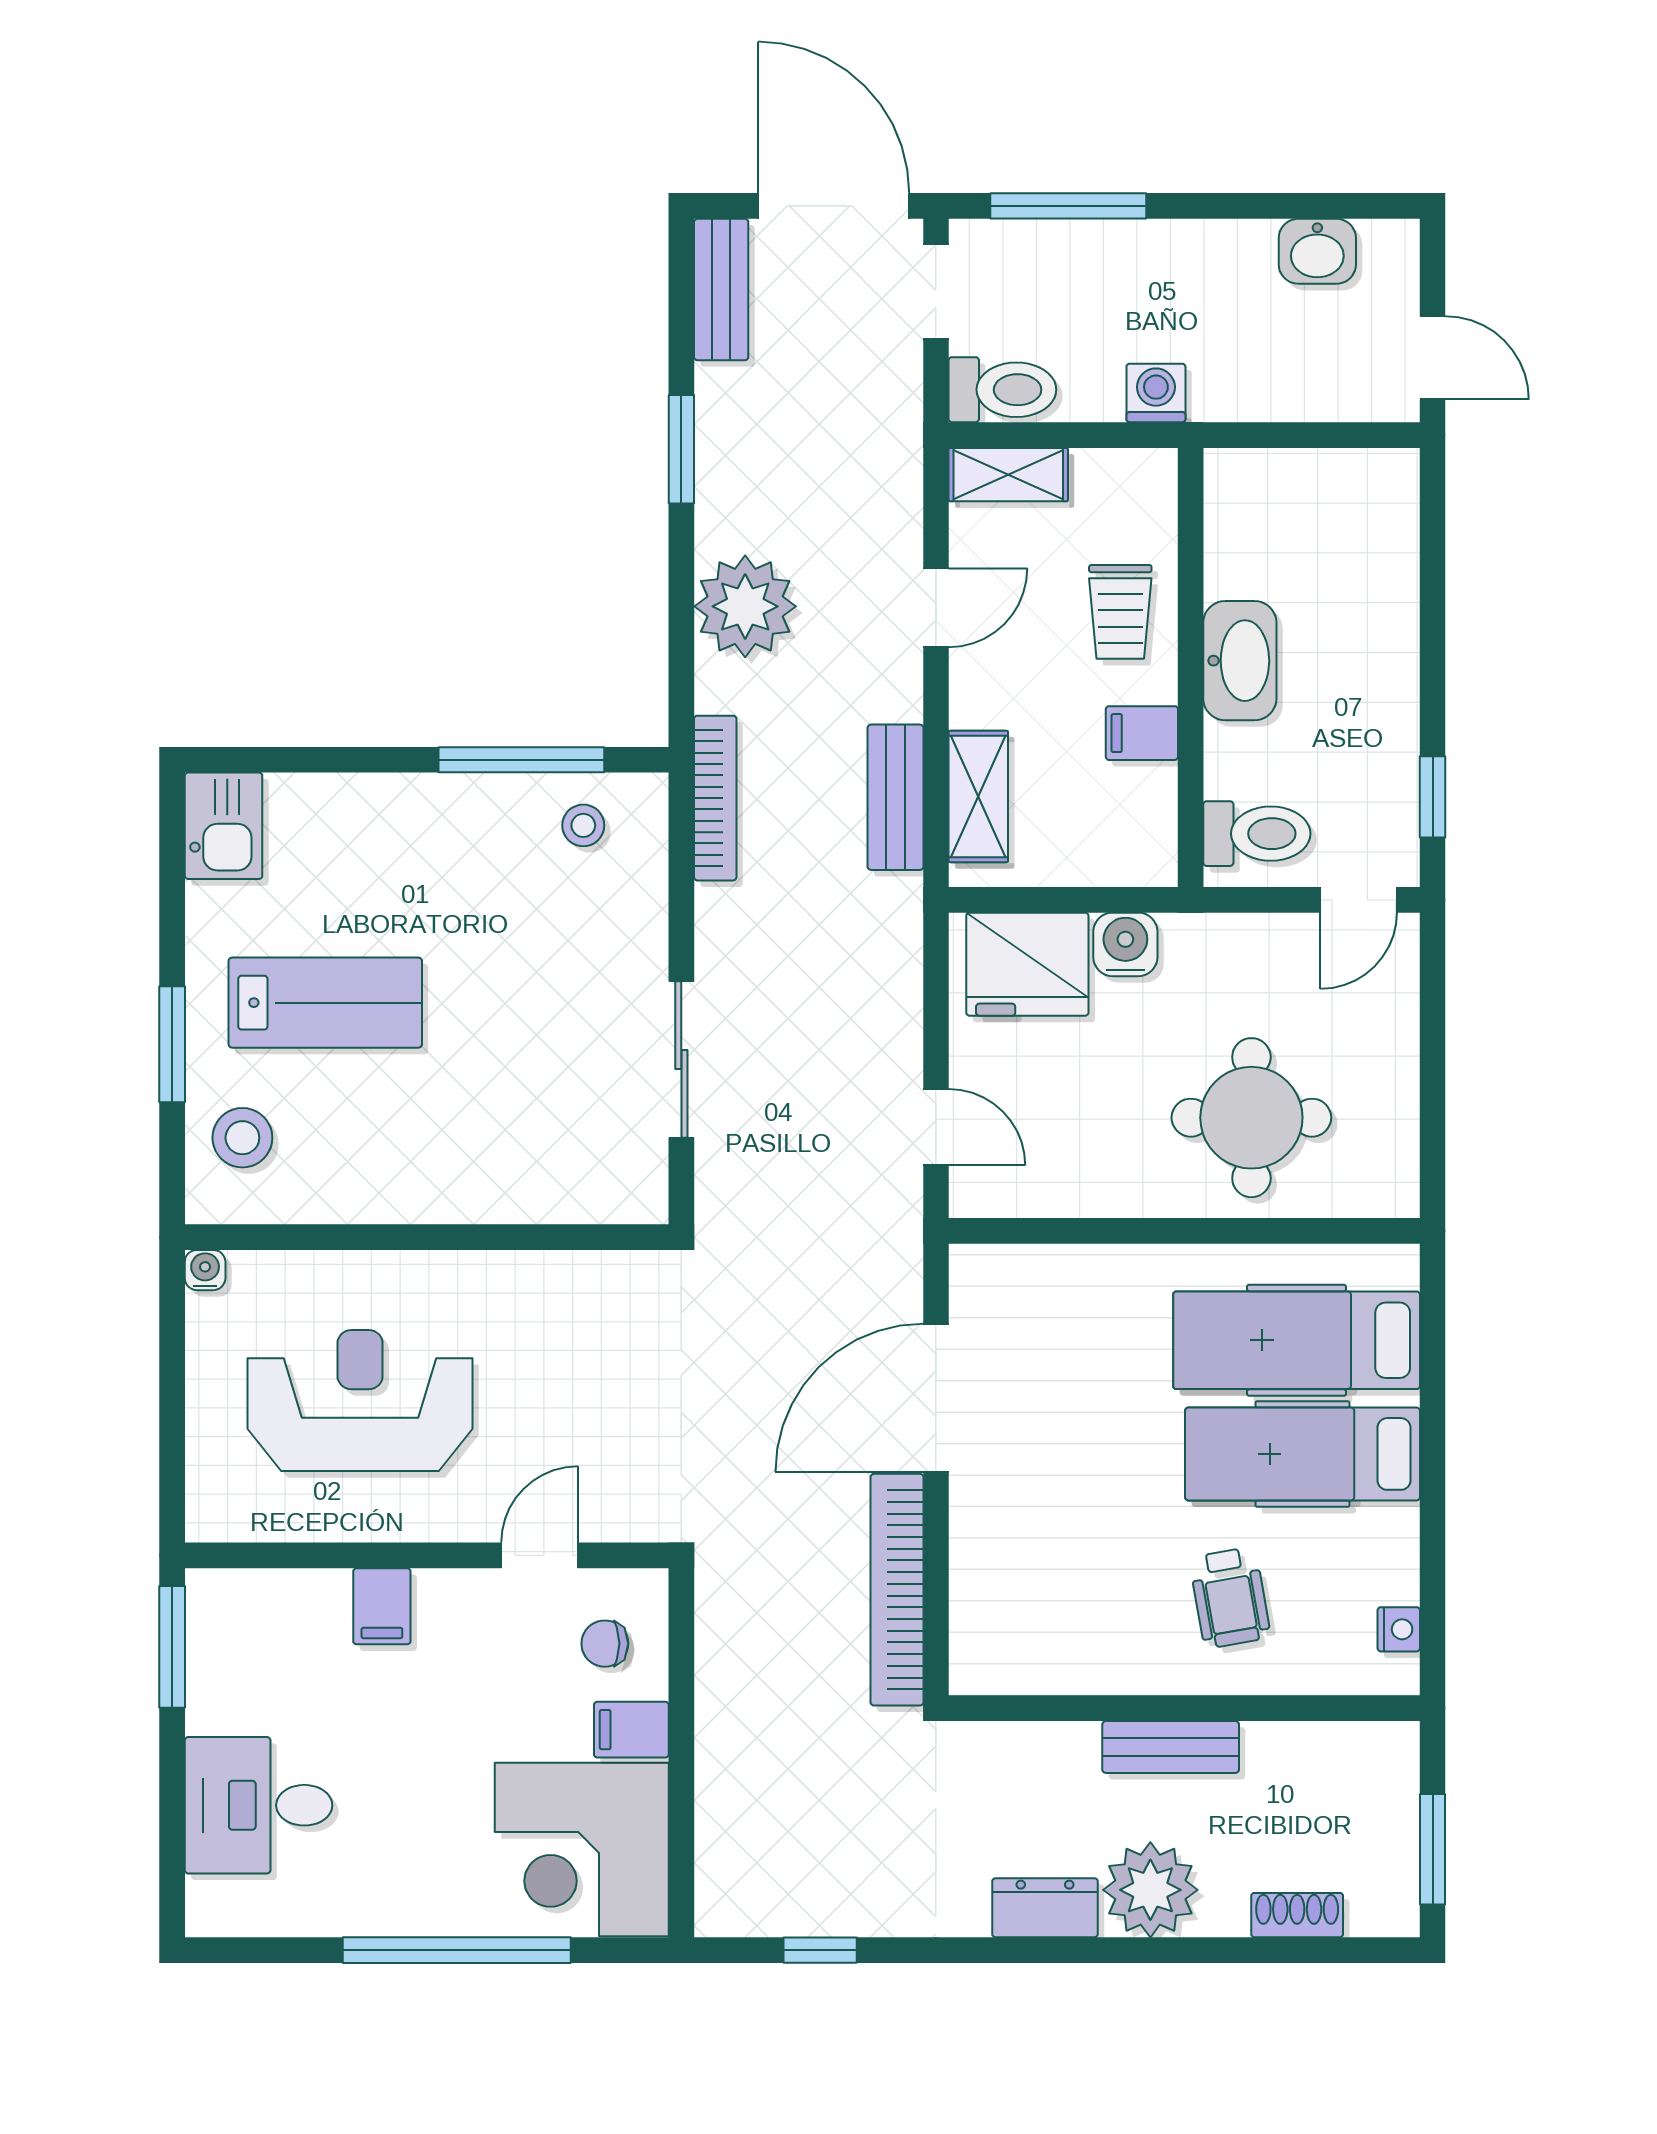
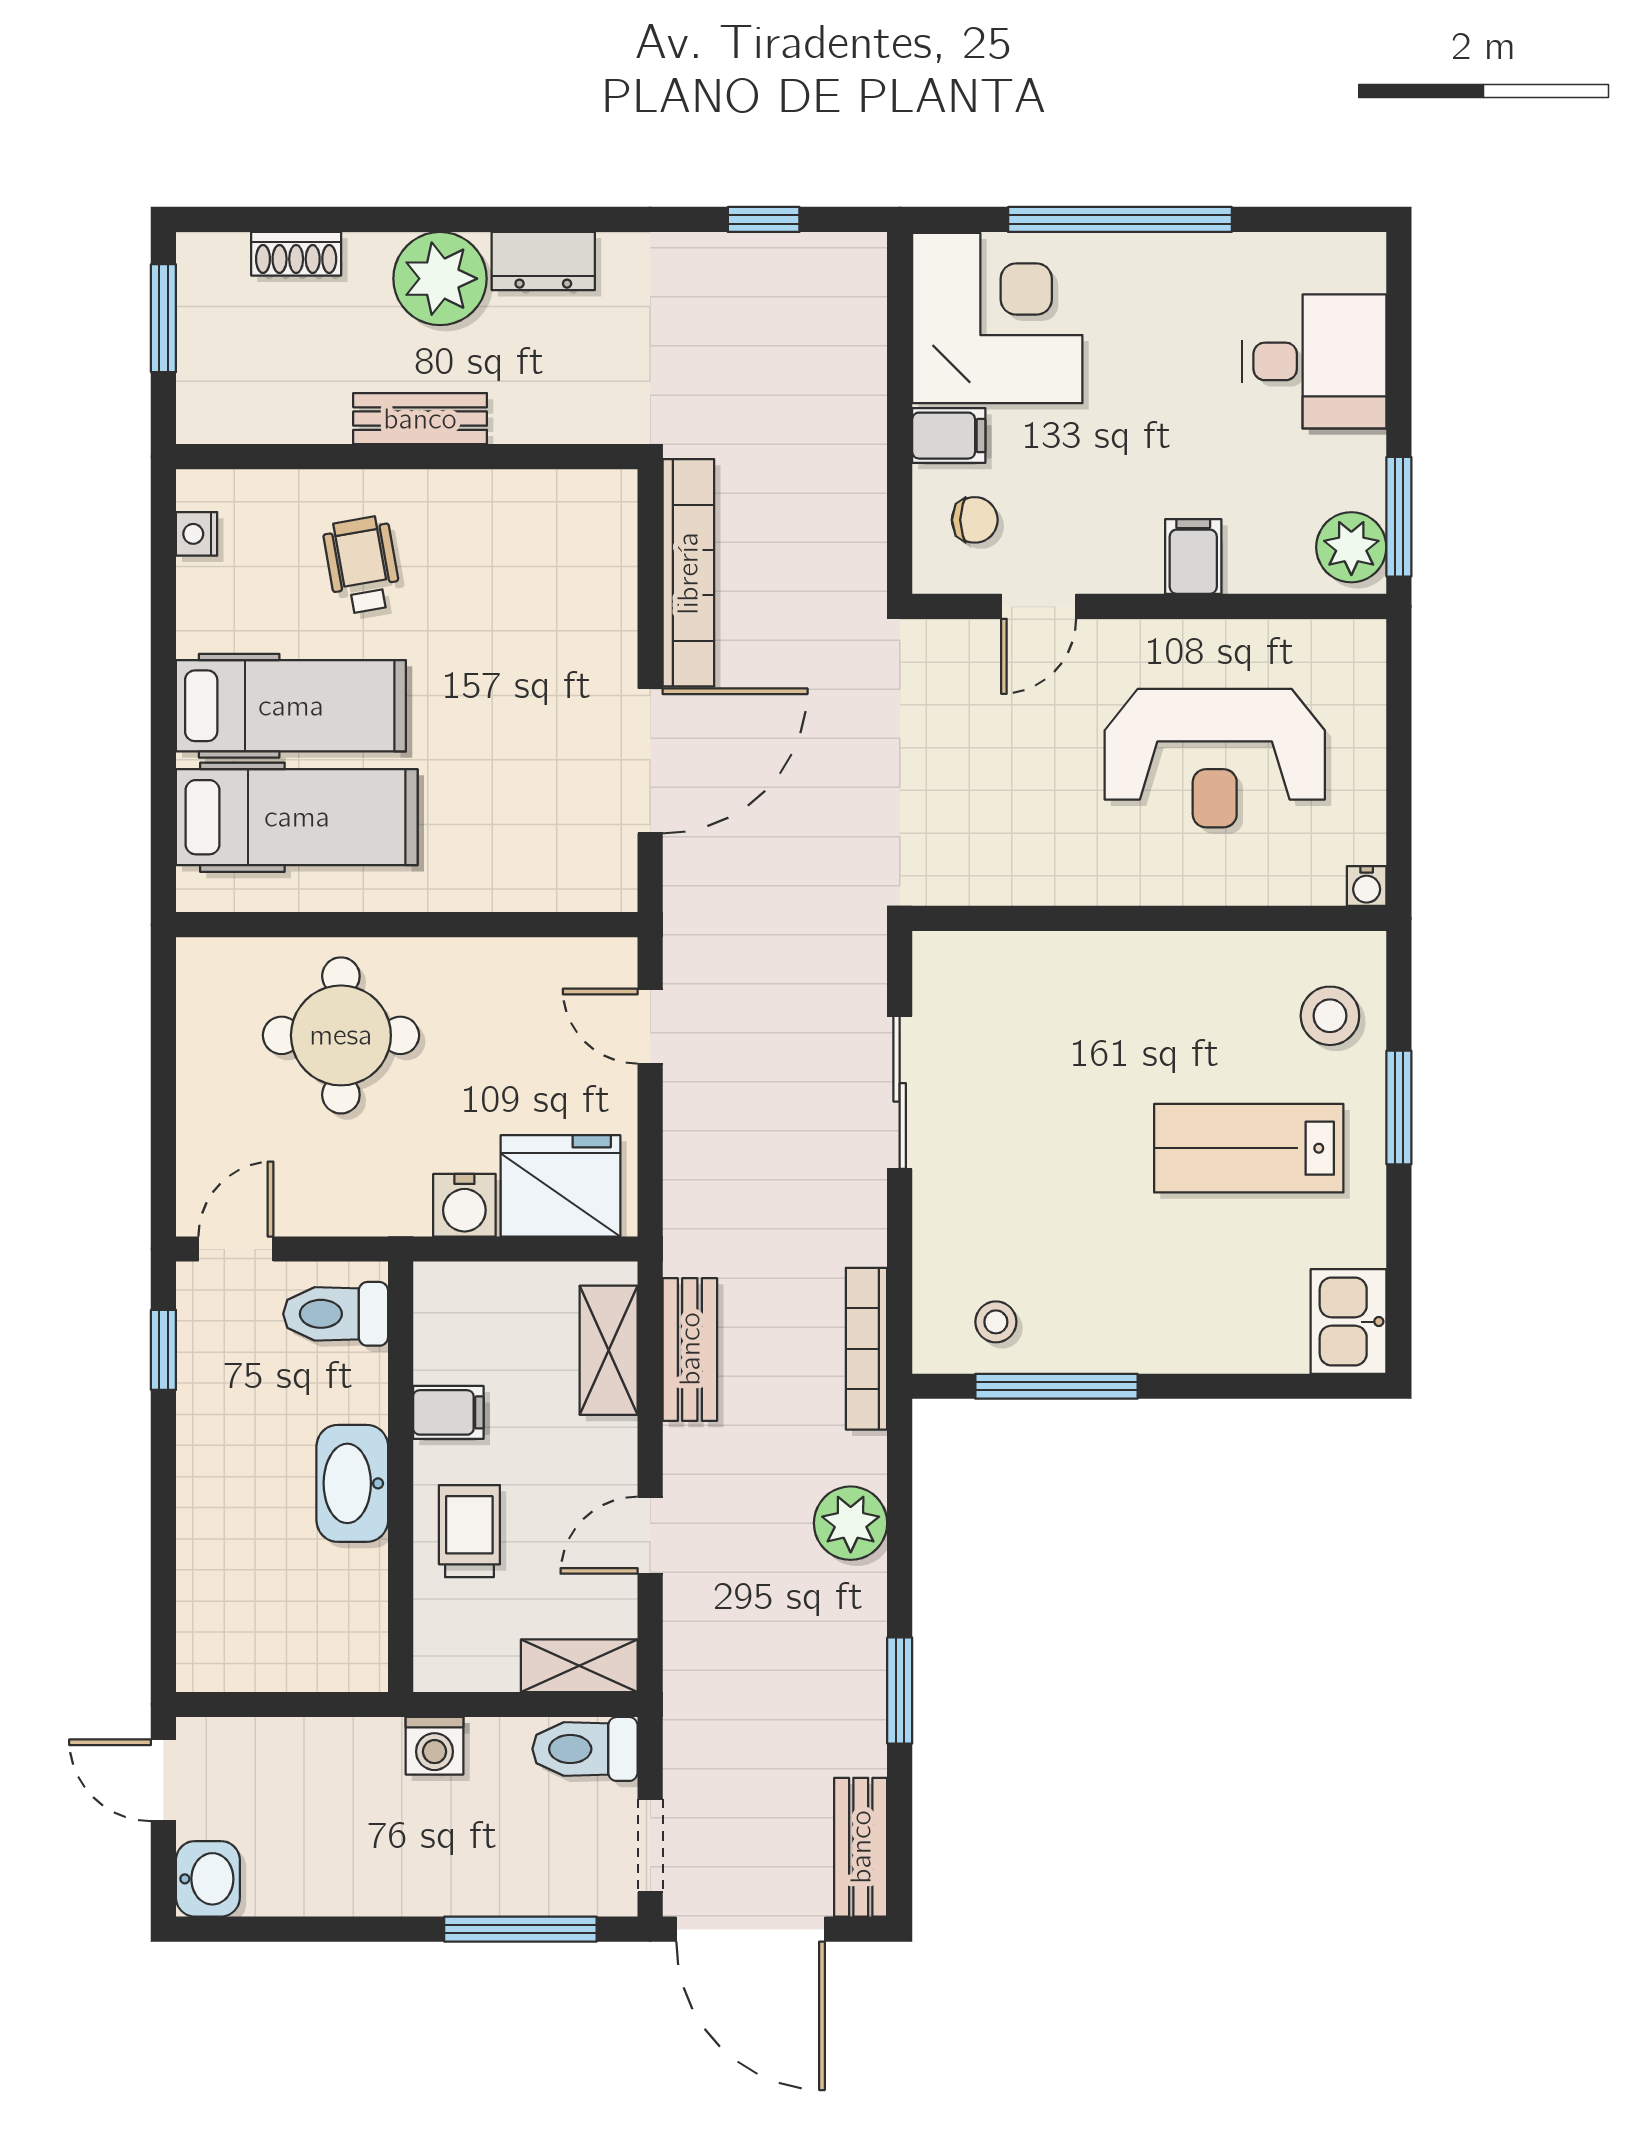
washbasin: (1317, 251) -> (208, 1879), moved, turned 90
plant: (745, 606) -> (851, 1523), width x0.73, depth x0.73
plant: (221, 1616) -> (1351, 547), added

